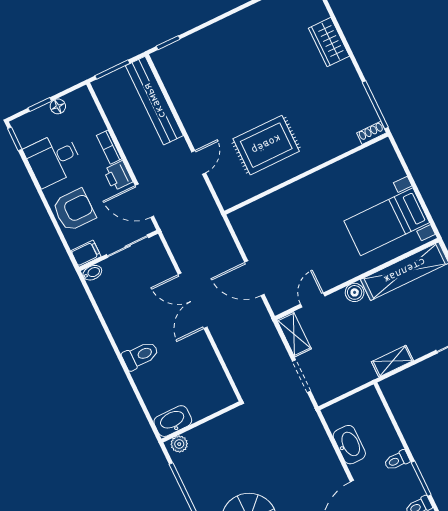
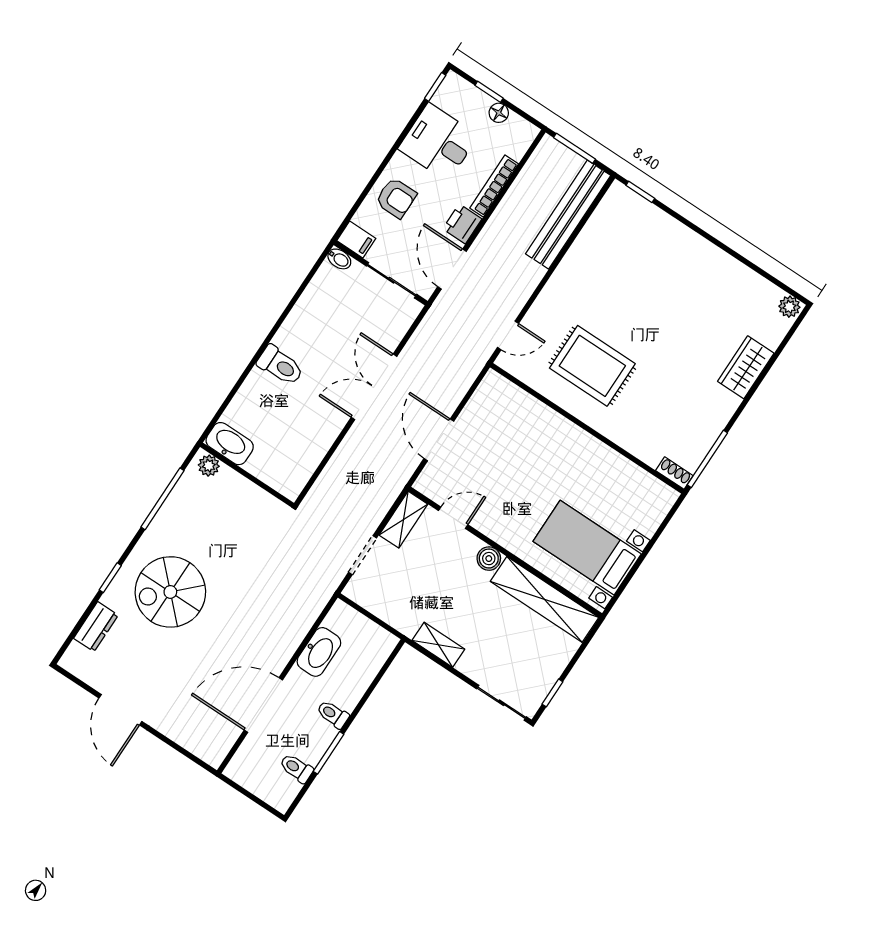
bookcase: (109, 147) -> (494, 186), width x1.56
door: (199, 162) -> (508, 335), moved
armchair: (74, 210) -> (396, 198), width x0.72, depth x0.72

